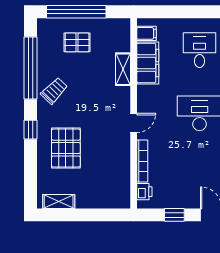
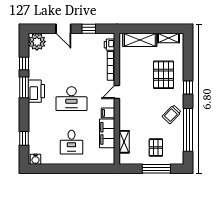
window: (76, 12) -> (156, 169), width x0.68
filing cabinet: (146, 33) -> (108, 113), moved
pallet: (77, 42) -> (156, 148), turned 90
shelving: (123, 69) -> (124, 142), moved
shelving: (100, 199) -> (140, 40), added

